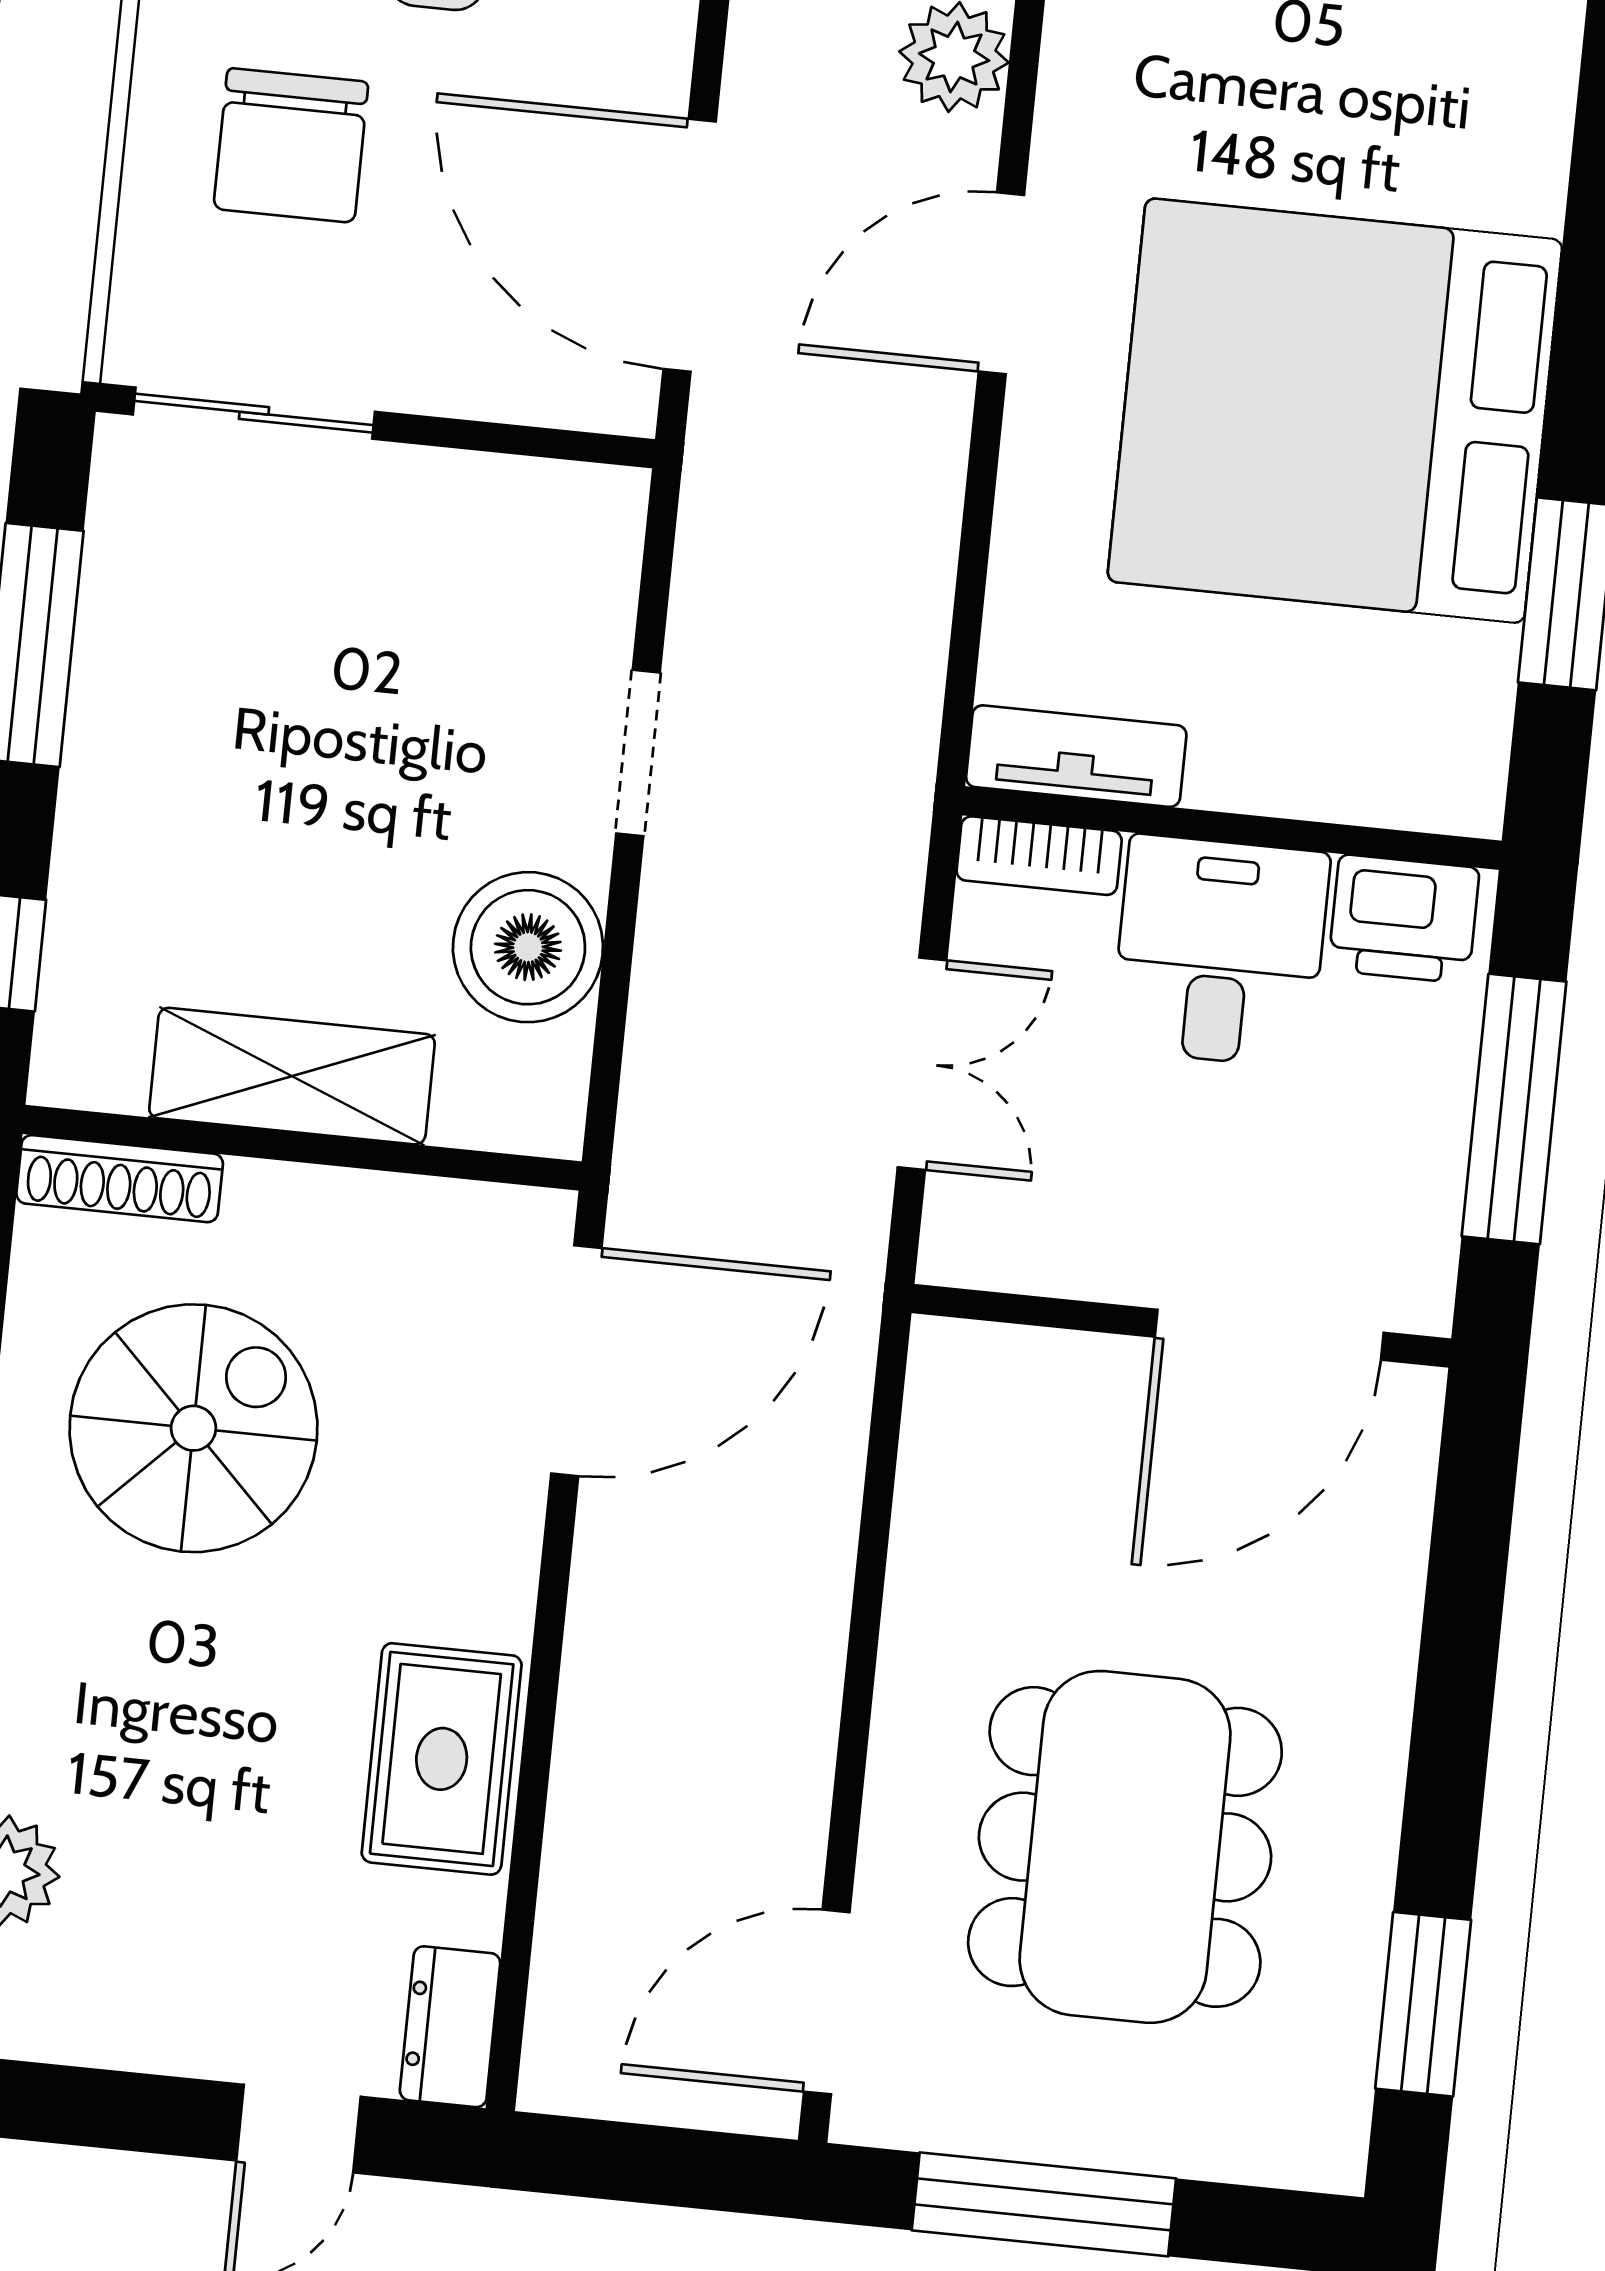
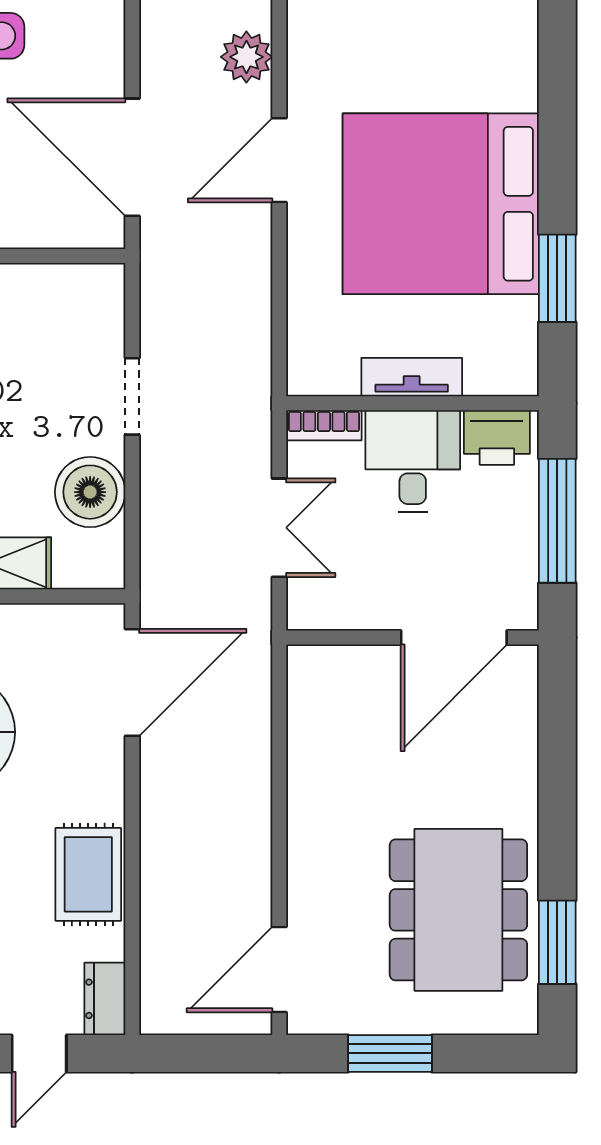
tv unit: (1076, 756) -> (412, 377), moved
dining table: (1125, 1847) -> (458, 910), moved
window: (1044, 2204) -> (390, 1053), width x0.69

